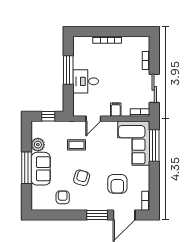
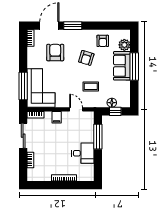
window: (68, 70) -> (98, 137), moved
desk: (86, 81) -> (83, 153), moved
door: (93, 119) -> (76, 109), hinge flipped
floor lamp: (52, 126) -> (112, 103), added
plant: (38, 145) -> (124, 45), moved

